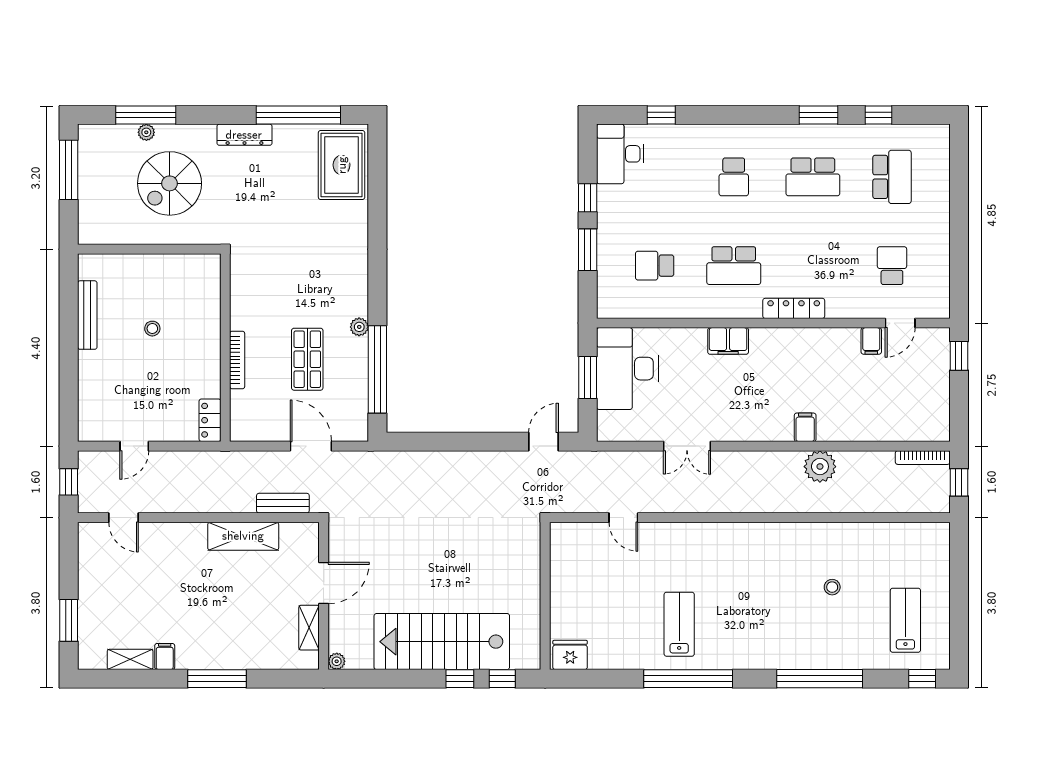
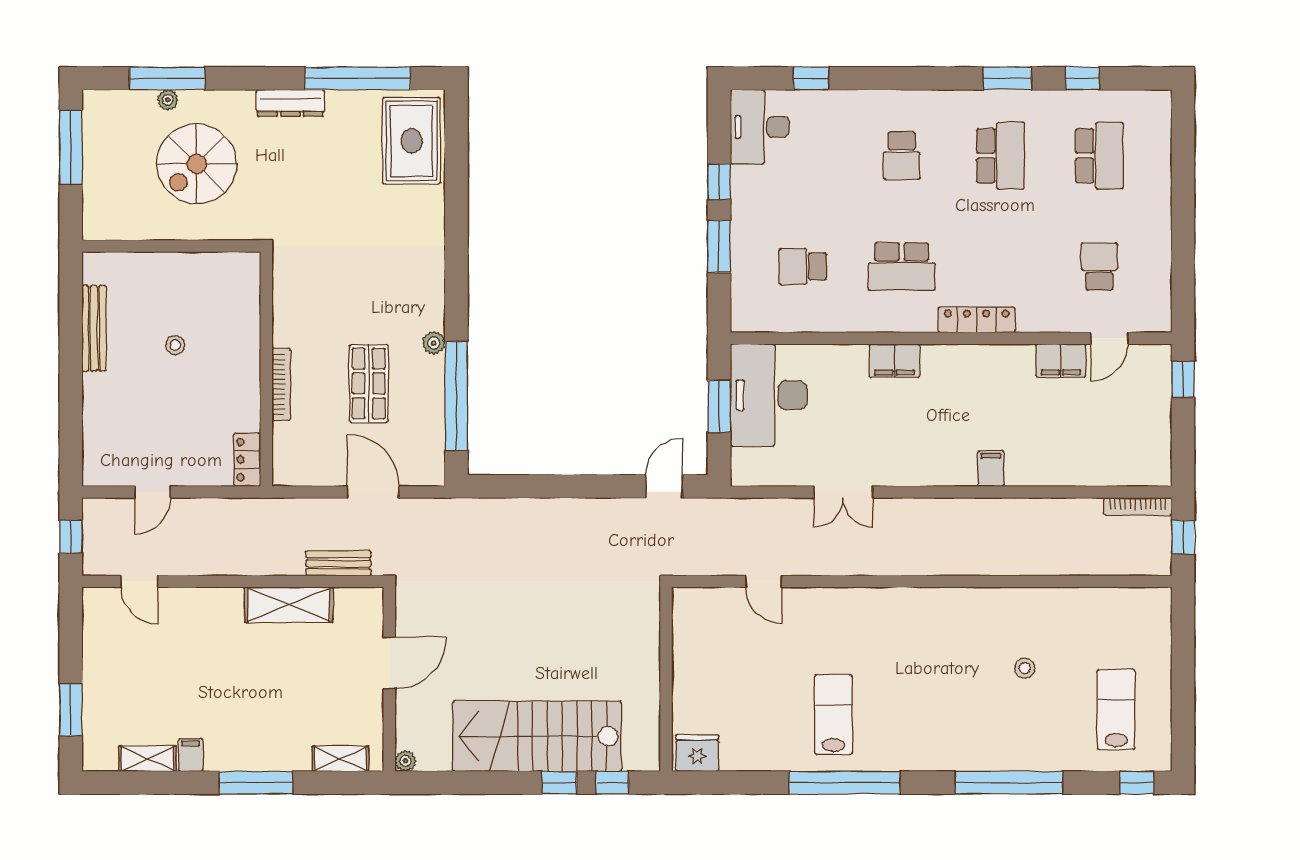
school desk: (813, 177) -> (1001, 156), turned -90
filing cabinet: (871, 341) -> (1061, 361), width x2.00
plant: (820, 467) -> (1009, 518), removed
shelving: (309, 628) -> (341, 759), moved, turned 90

